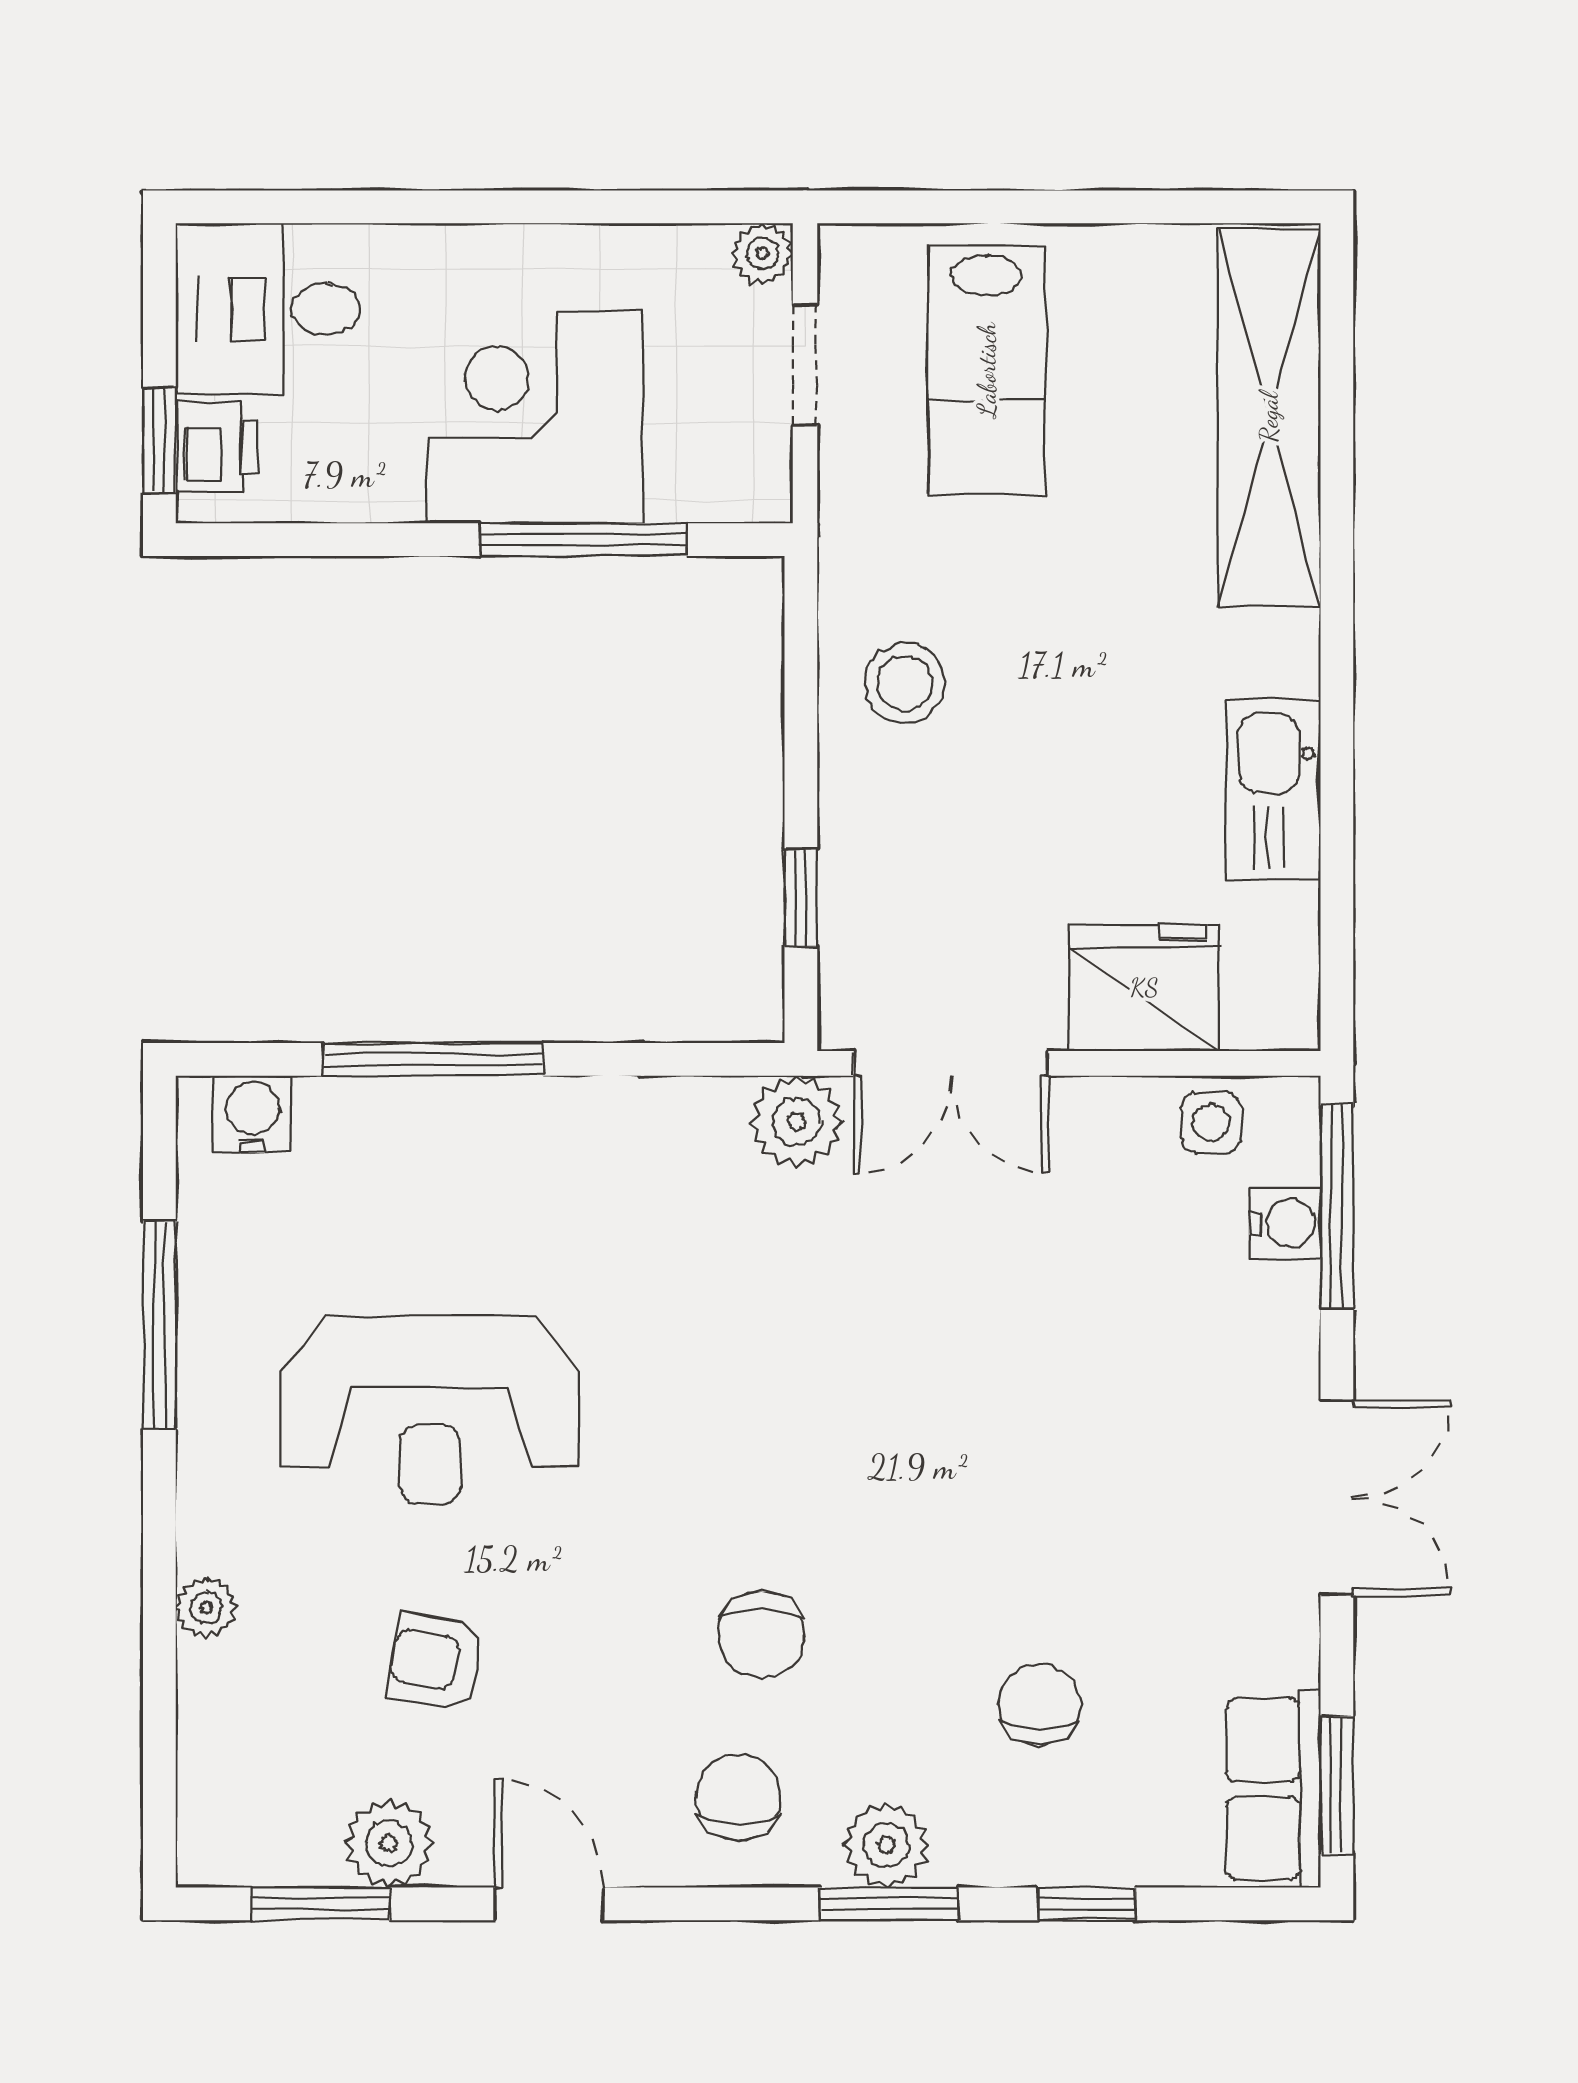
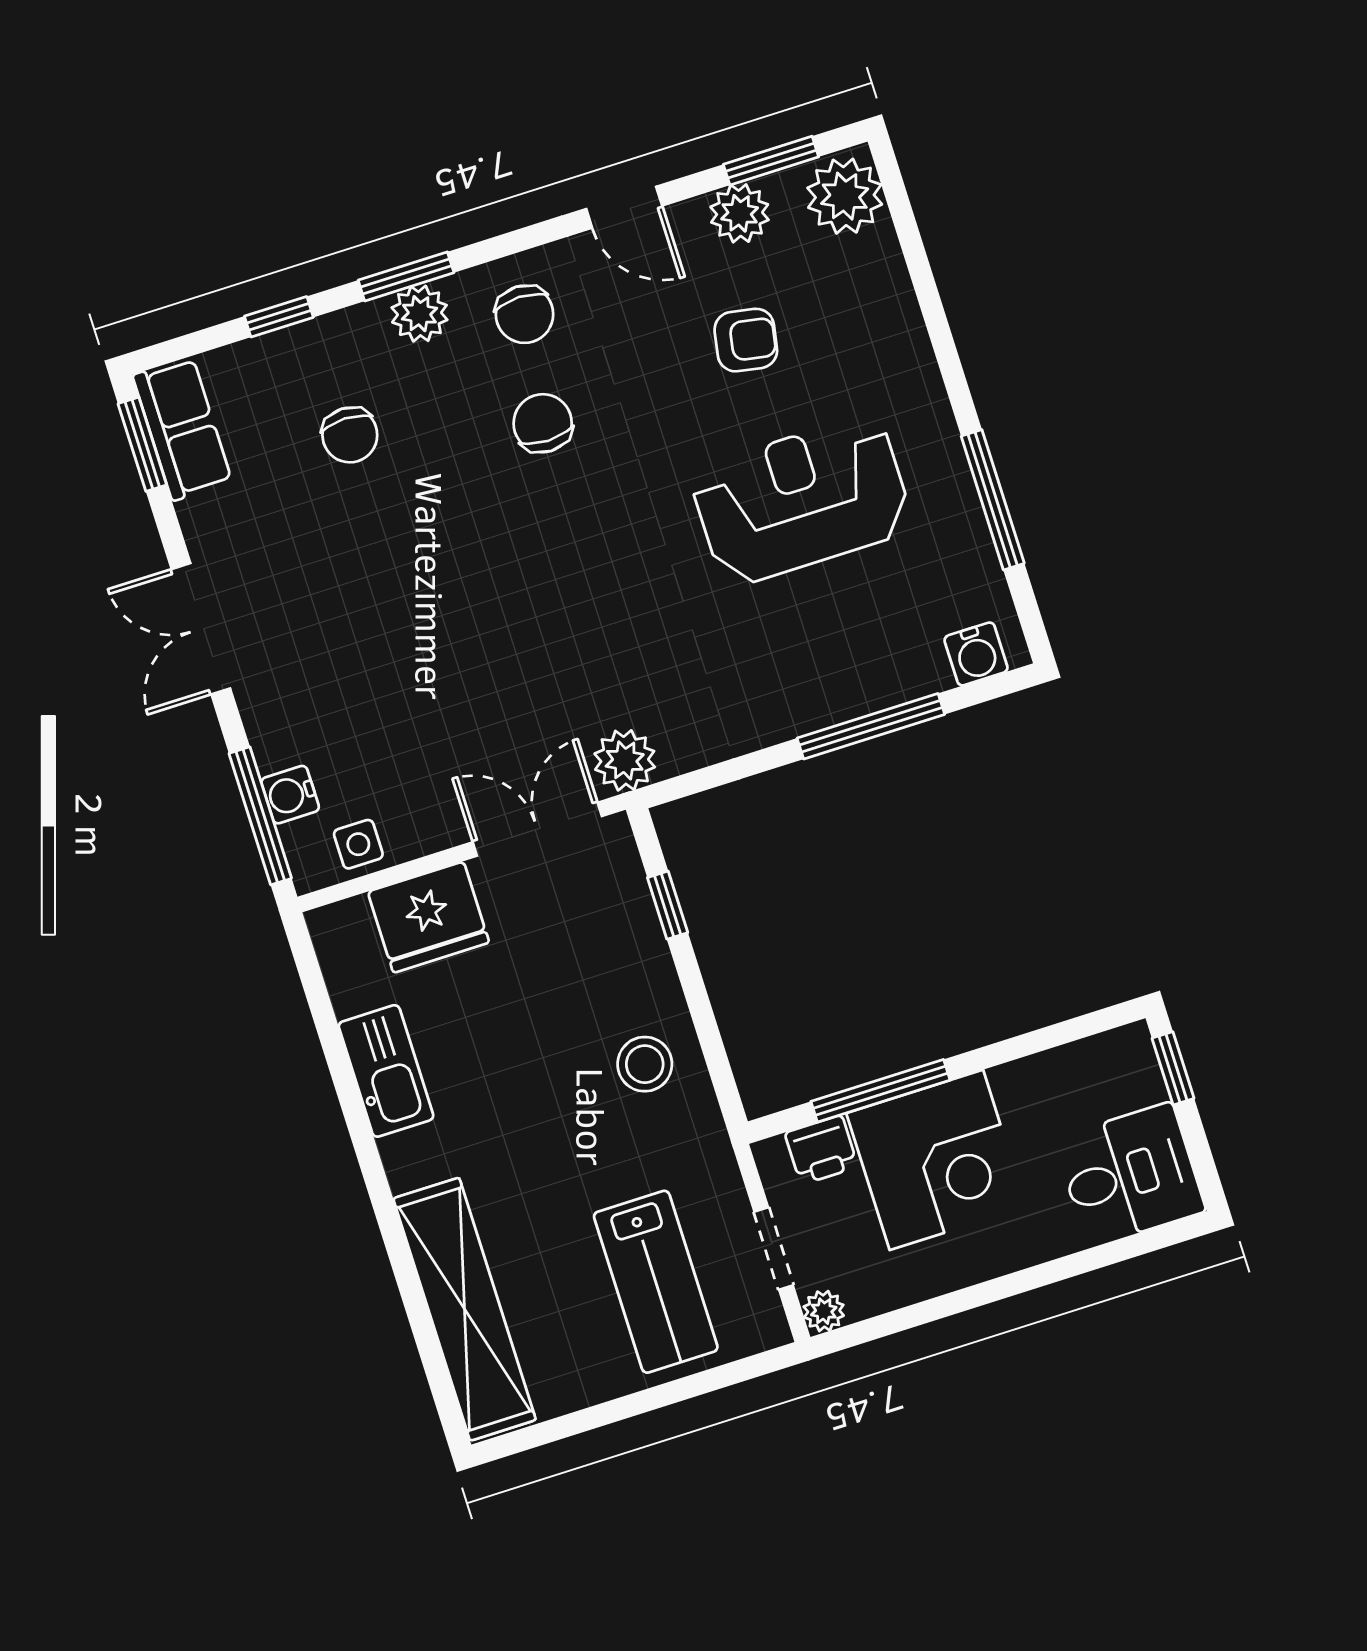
lab bench: (987, 370) -> (656, 1282), turned 180
printer: (216, 446) -> (821, 1150), moved, turned -90
plant: (206, 1608) -> (845, 196), moved, width x1.87, depth x1.87

